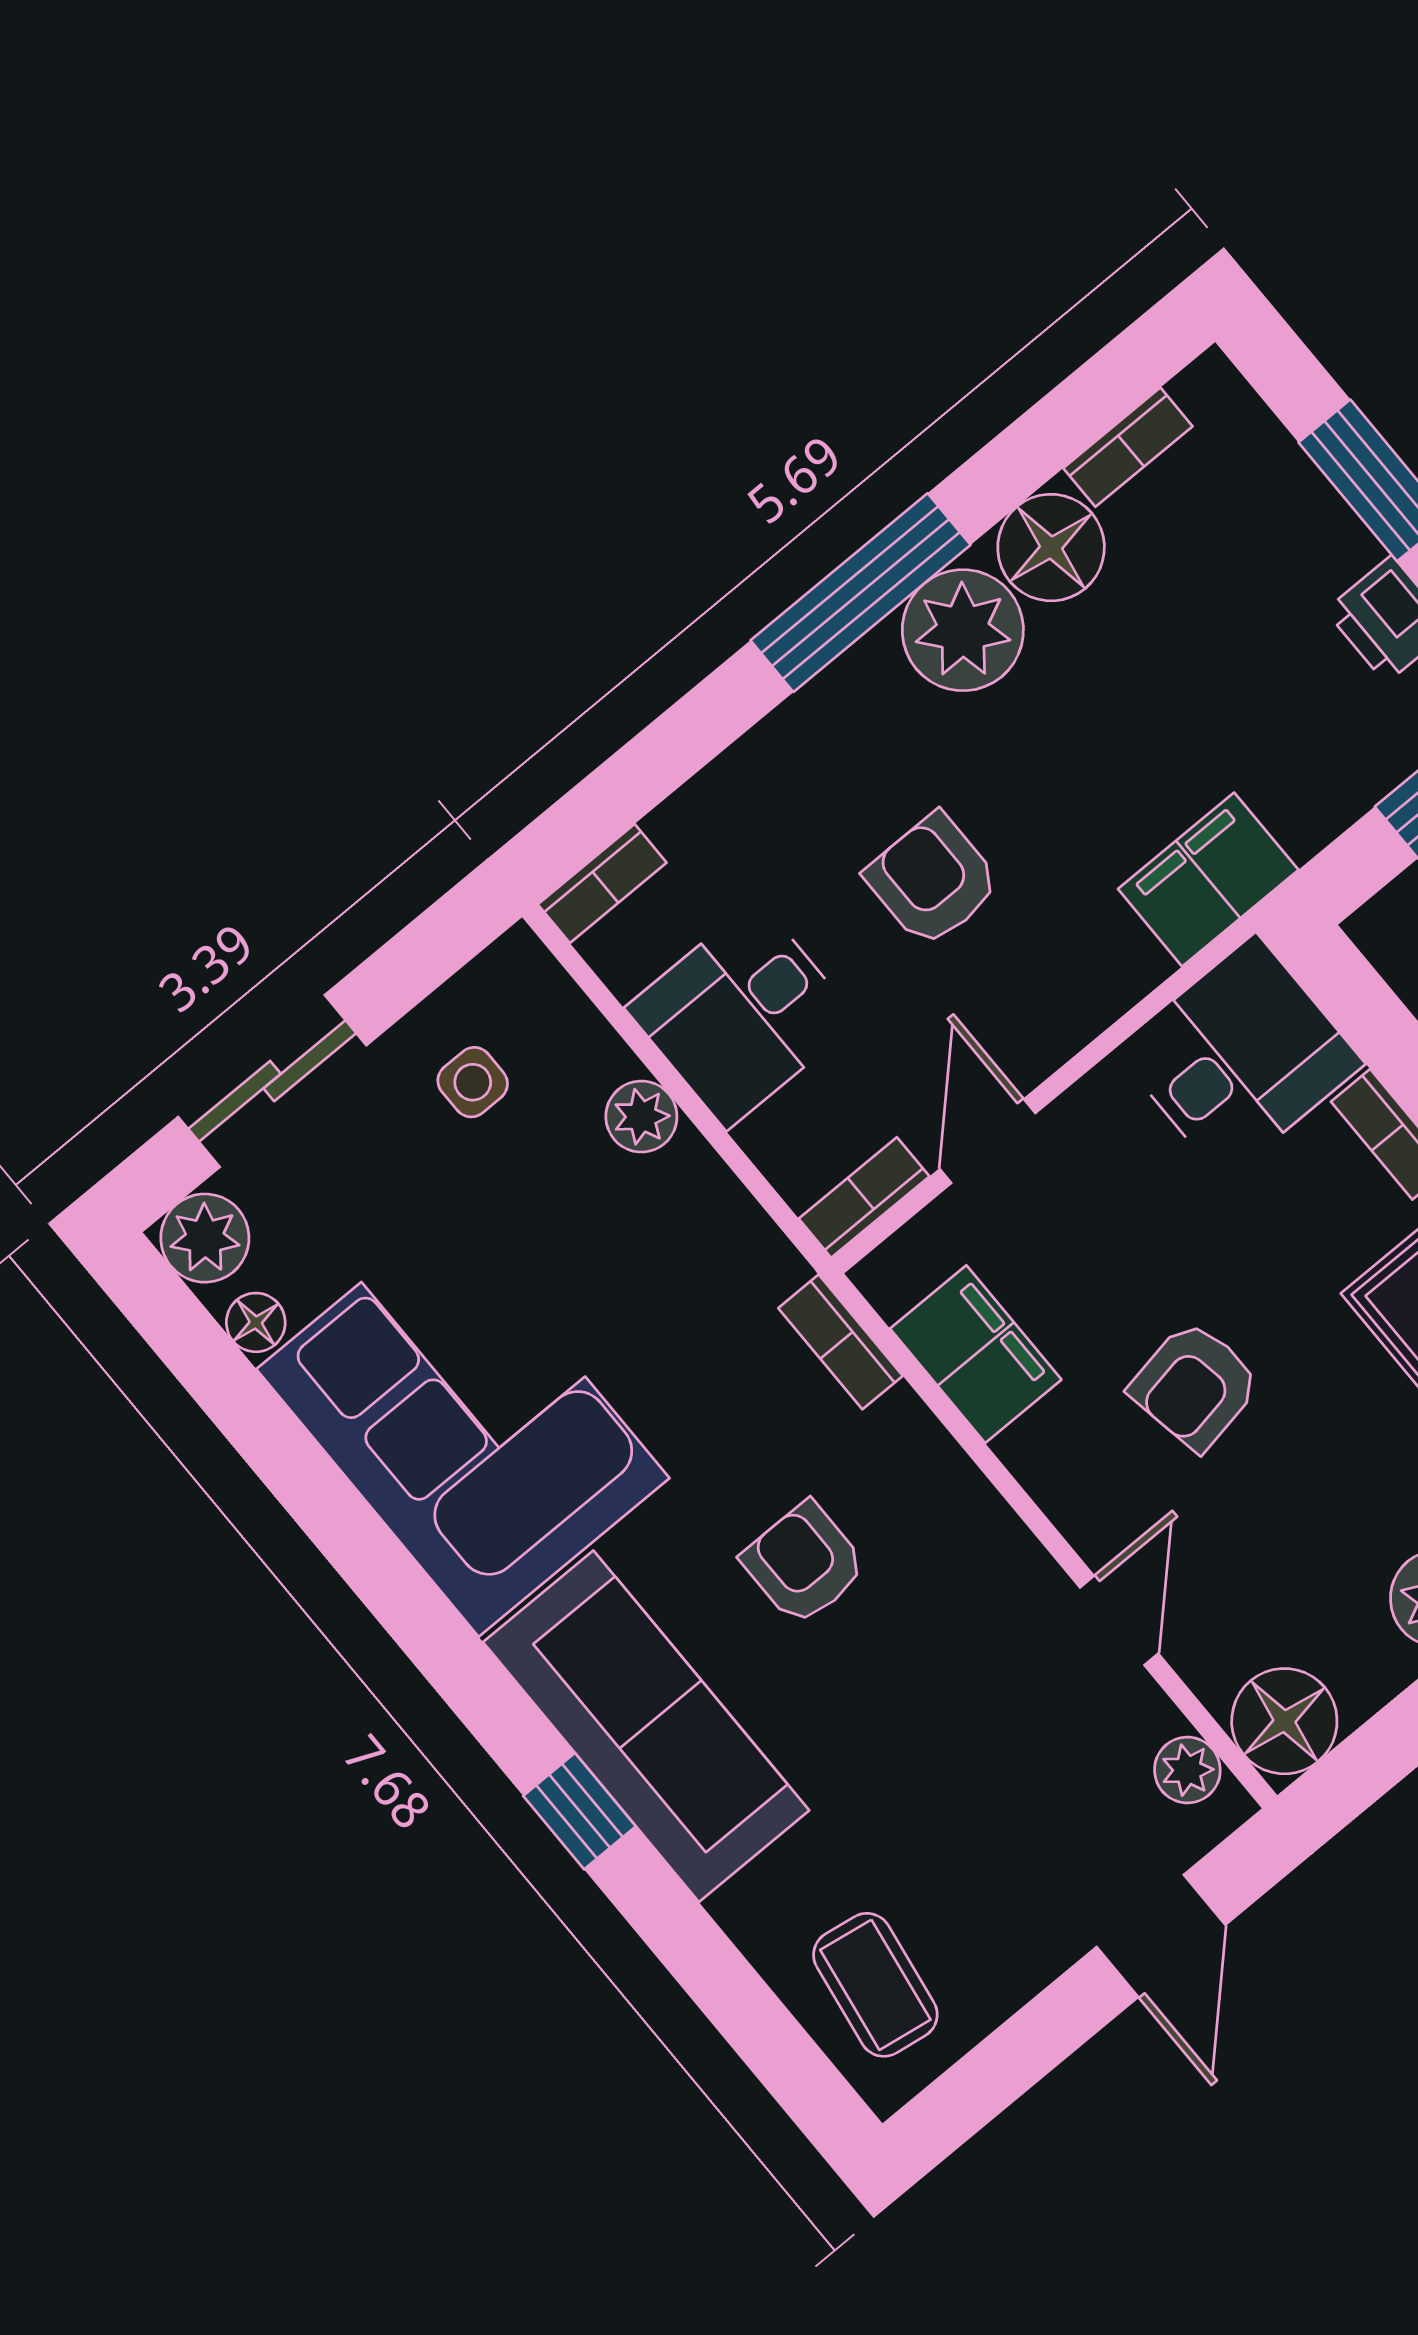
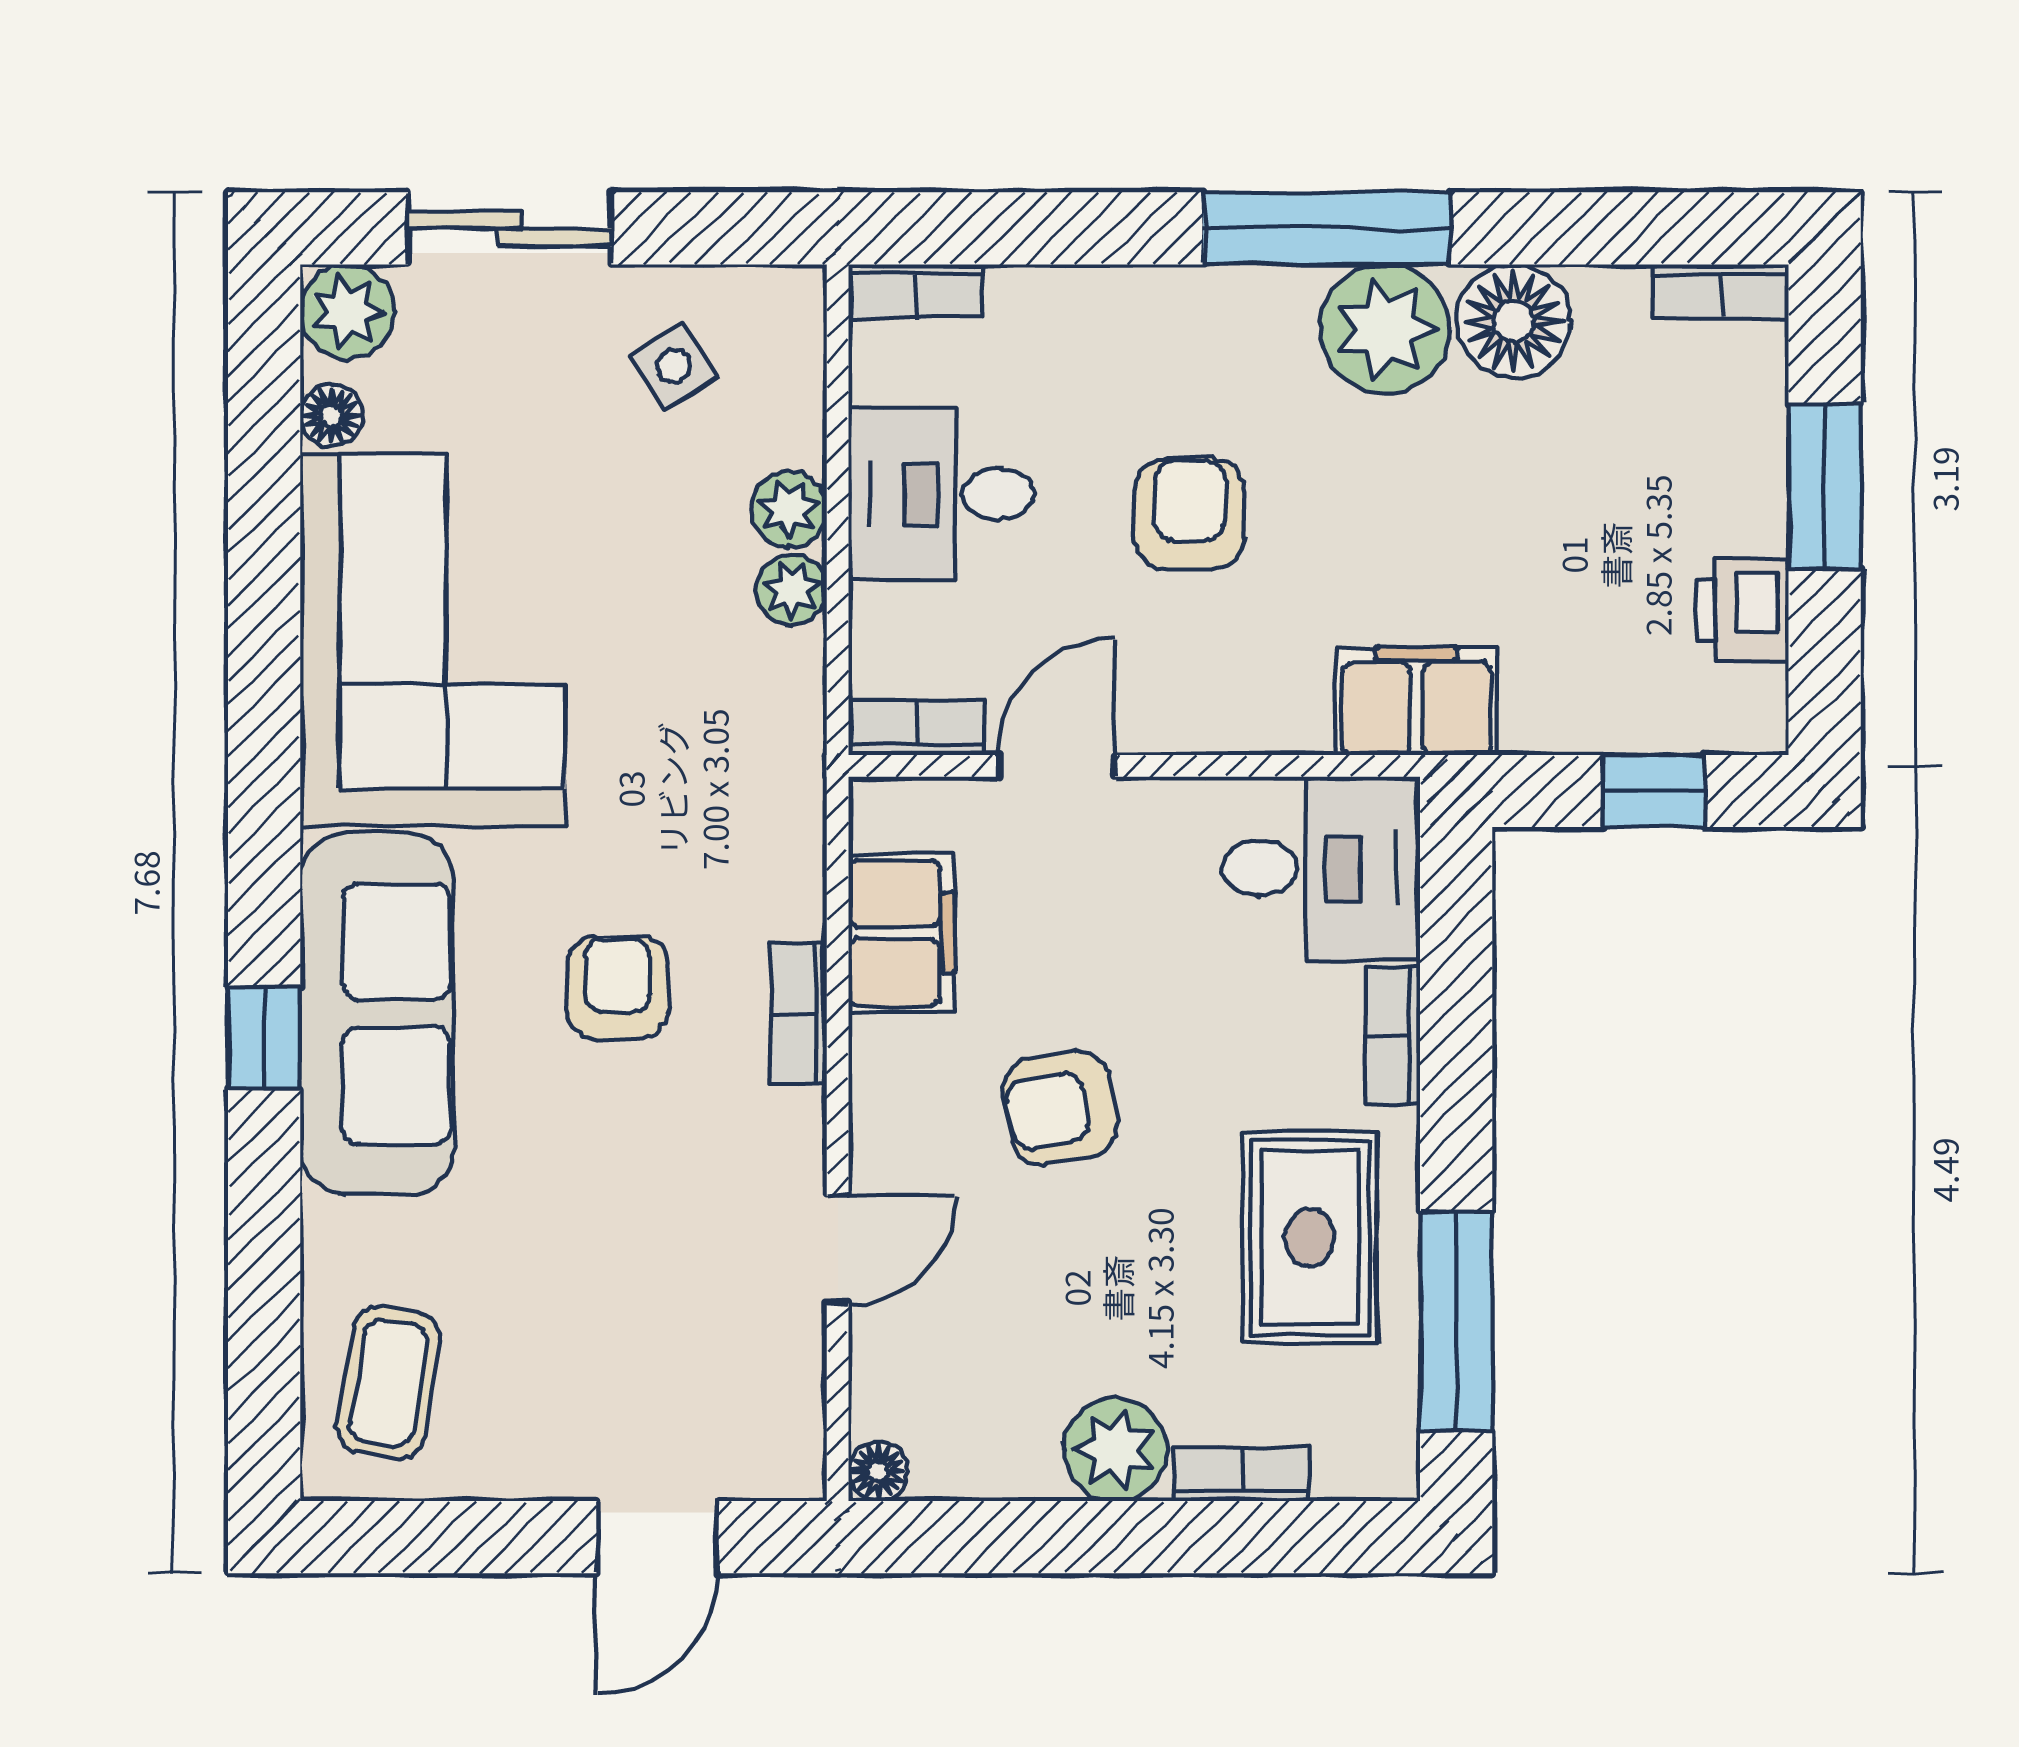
bookcase: (1128, 447) -> (1721, 291), moved
side table: (473, 1082) -> (674, 366), turned -33
bookcase: (840, 1342) -> (799, 1014), moved
floor lamp: (1284, 1721) -> (878, 1471), width x0.53, depth x0.53
plant: (1187, 1770) -> (792, 590), moved

